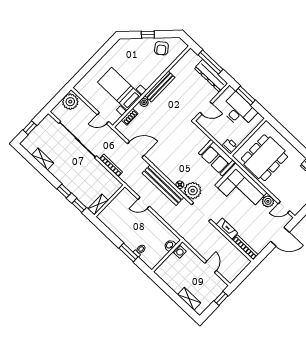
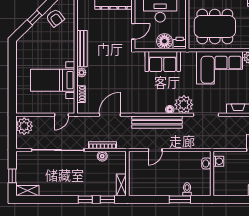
floor lamp: (221, 135) -> (164, 41), added
sofa: (217, 158) -> (163, 62), moved
dining table: (264, 158) -> (215, 26), turned 90
shelving: (43, 159) -> (27, 191), moved
boiler: (104, 173) -> (102, 156), added

